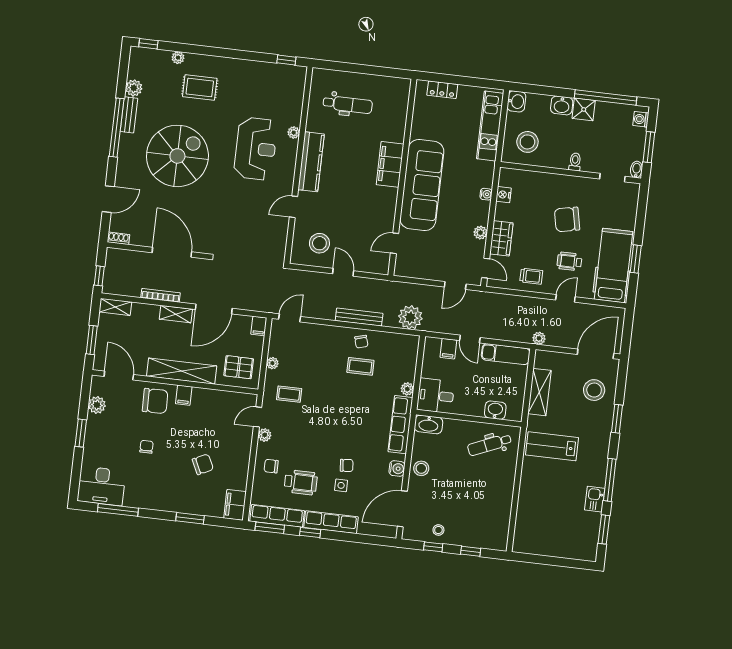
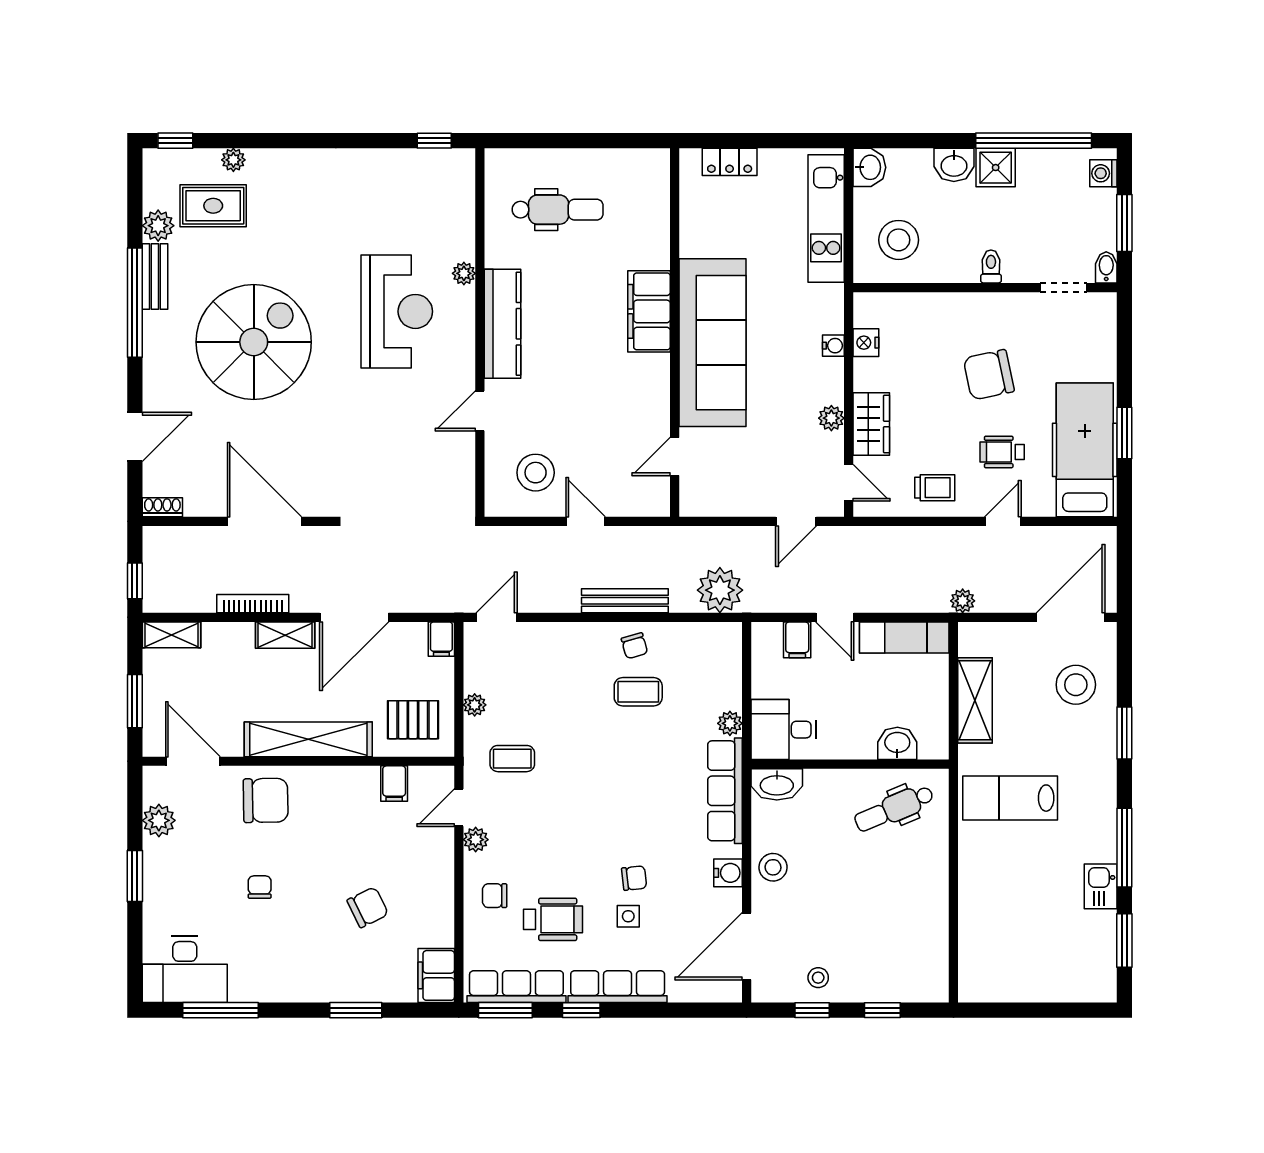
rug: (200, 87) -> (213, 206), moved
filing cabinet: (184, 395) -> (394, 784), moved

